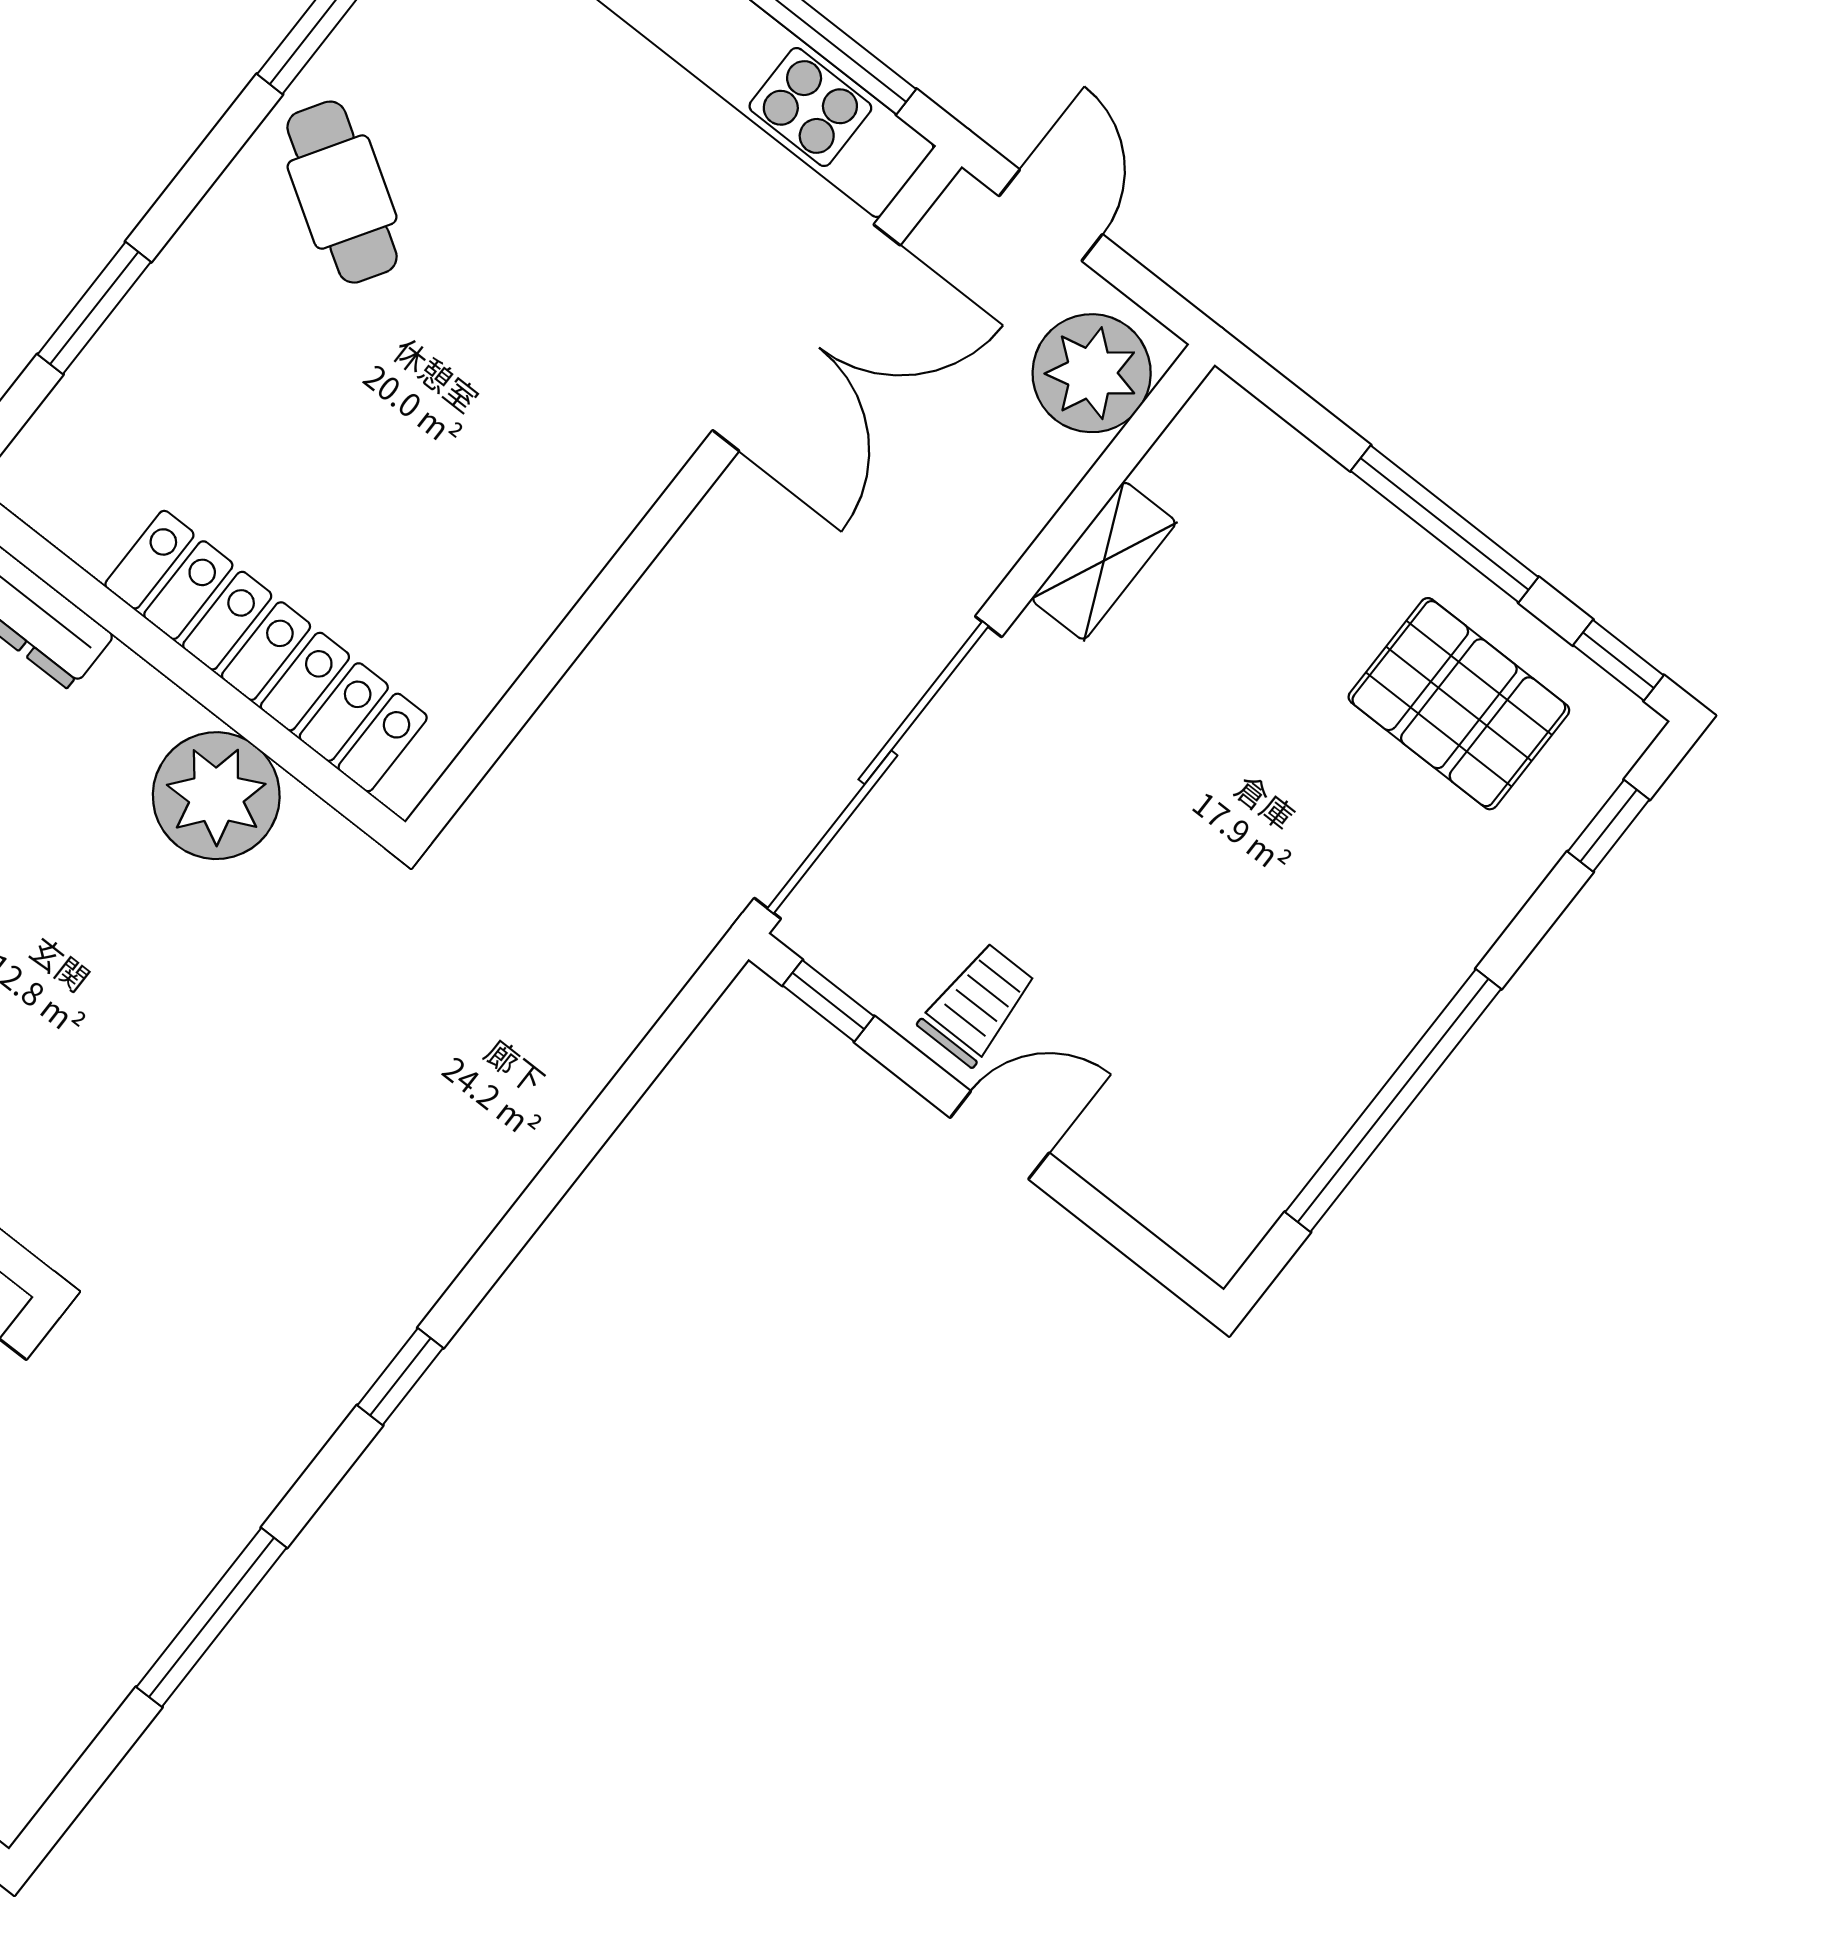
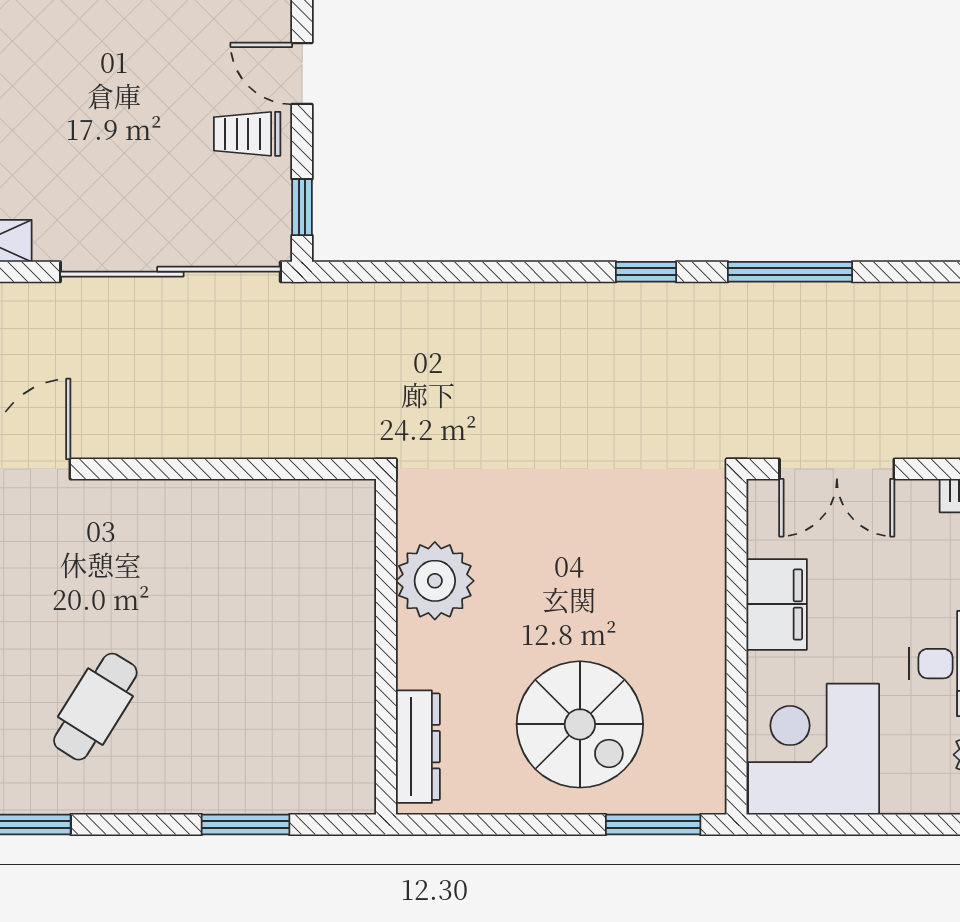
cafe table: (342, 192) -> (95, 707), moved
locker: (266, 651) -> (346, 611), removed
window: (212, 1617) -> (790, 272), moved

